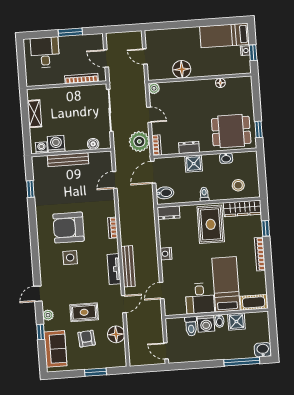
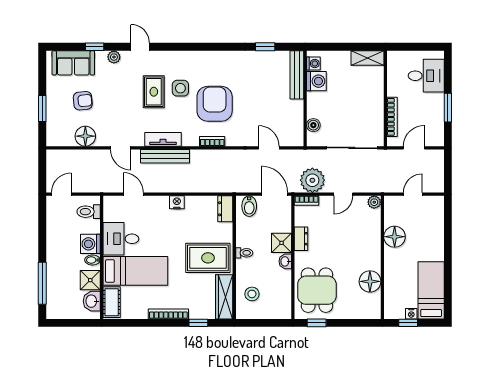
floor lamp: (220, 83) -> (370, 281), width x1.89, depth x1.89
shelving: (34, 114) -> (368, 58), moved
washbasin: (226, 158) -> (285, 261), moved
bench: (68, 160) -> (297, 75), moved
armchair: (69, 228) -> (215, 104), moved
rug: (84, 312) -> (154, 92), moved
toilet: (191, 326) -> (89, 212), moved
washbasin: (263, 350) -> (92, 301), moved, turned 180

